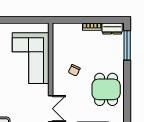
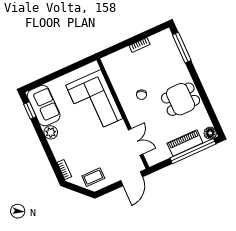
dresser: (112, 28) -> (160, 38), removed
dining table: (106, 89) -> (181, 99), turned 90

